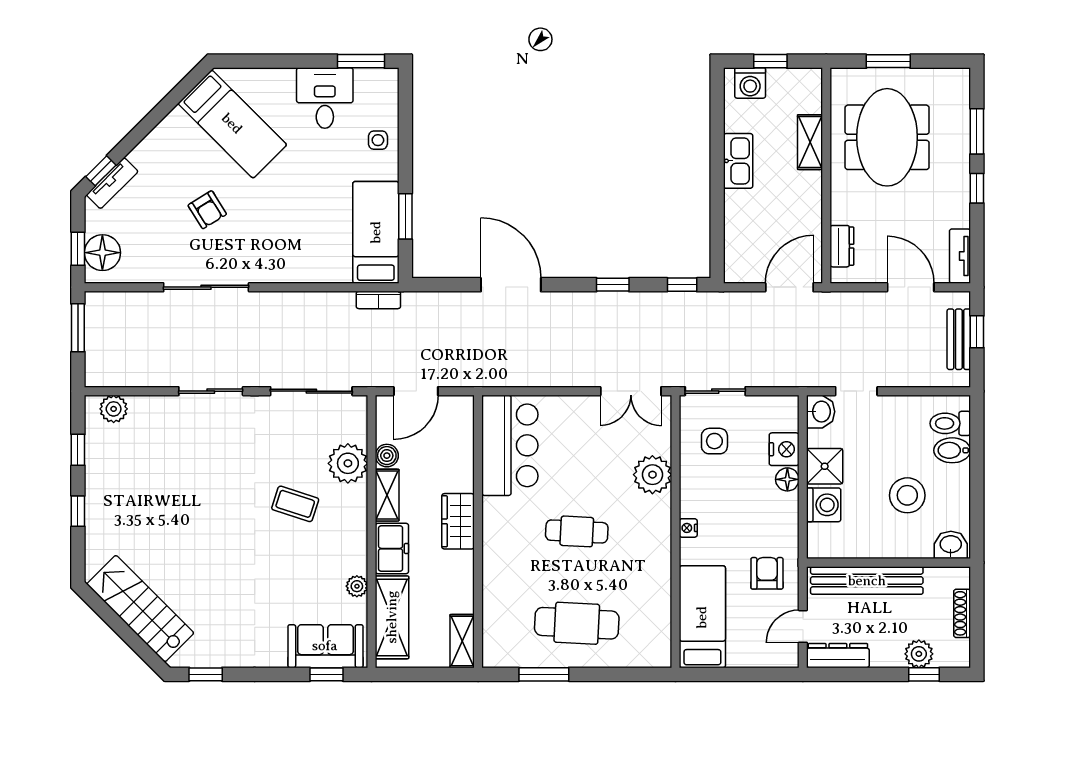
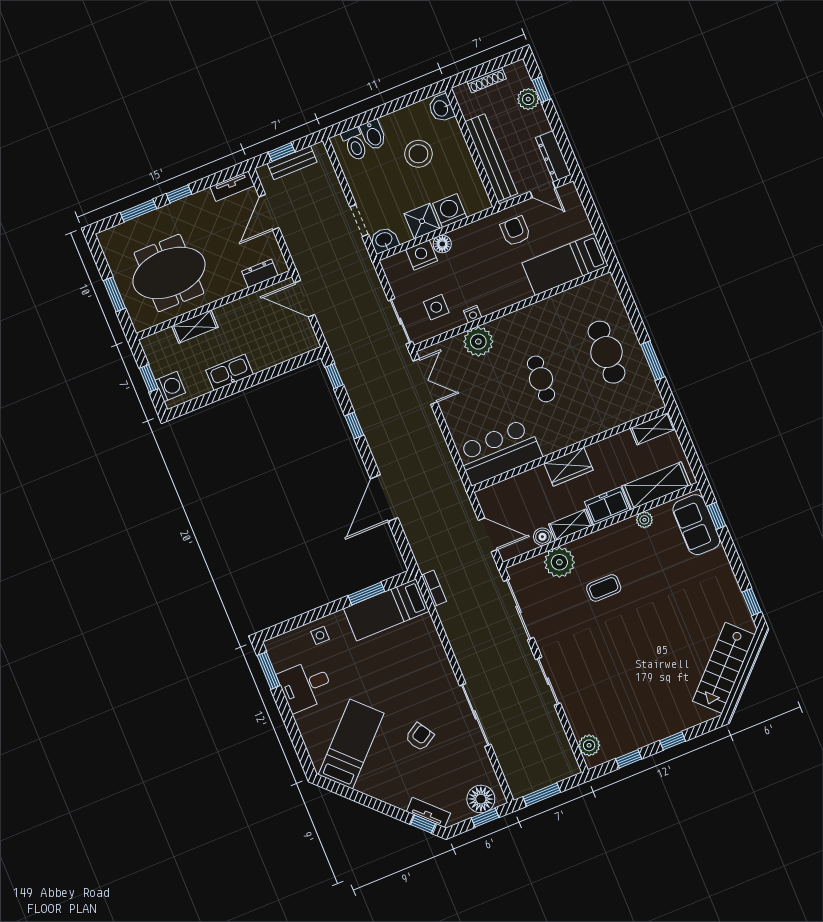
coffee table: (295, 504) -> (604, 588), turned 72
nightstand: (688, 528) -> (473, 314), moved
armchair: (767, 573) -> (515, 231), turned 90

